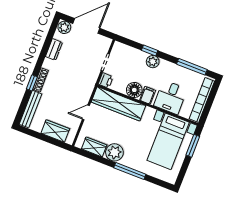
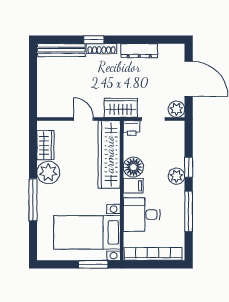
plant: (64, 27) -> (176, 109), moved
dresser: (54, 49) -> (139, 51), width x1.44
window: (192, 67) -> (189, 211), moved
wardrobe: (55, 131) -> (121, 108), moved, turned -90

